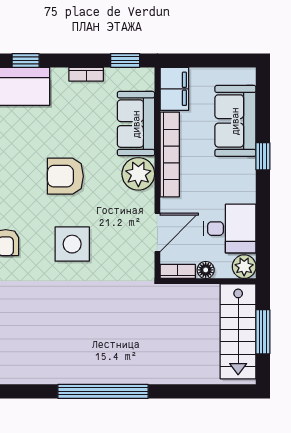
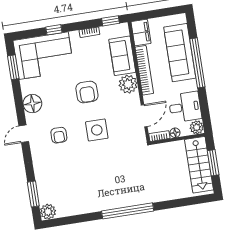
sofa: (235, 121) -> (180, 53), width x1.36
window: (263, 156) -> (197, 63), width x3.17
armchair: (65, 176) -> (87, 92), turned -90

